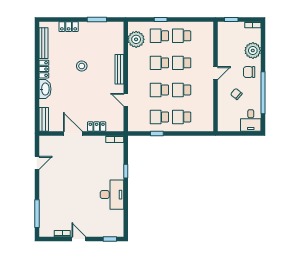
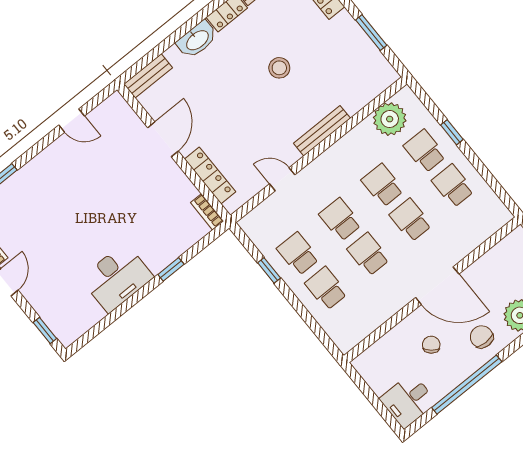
door: (215, 73) -> (437, 286), width x1.87
door: (126, 100) -> (282, 179), hinge flipped
locker: (97, 127) -> (210, 175), width x1.53

